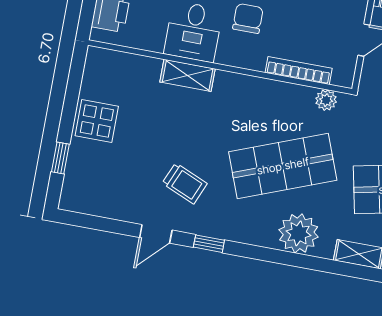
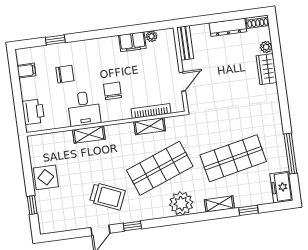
shelving: (289, 94) -> (150, 126), added
plant: (326, 100) -> (172, 123), removed
trolley: (185, 183) -> (107, 196), width x1.36, depth x1.39

